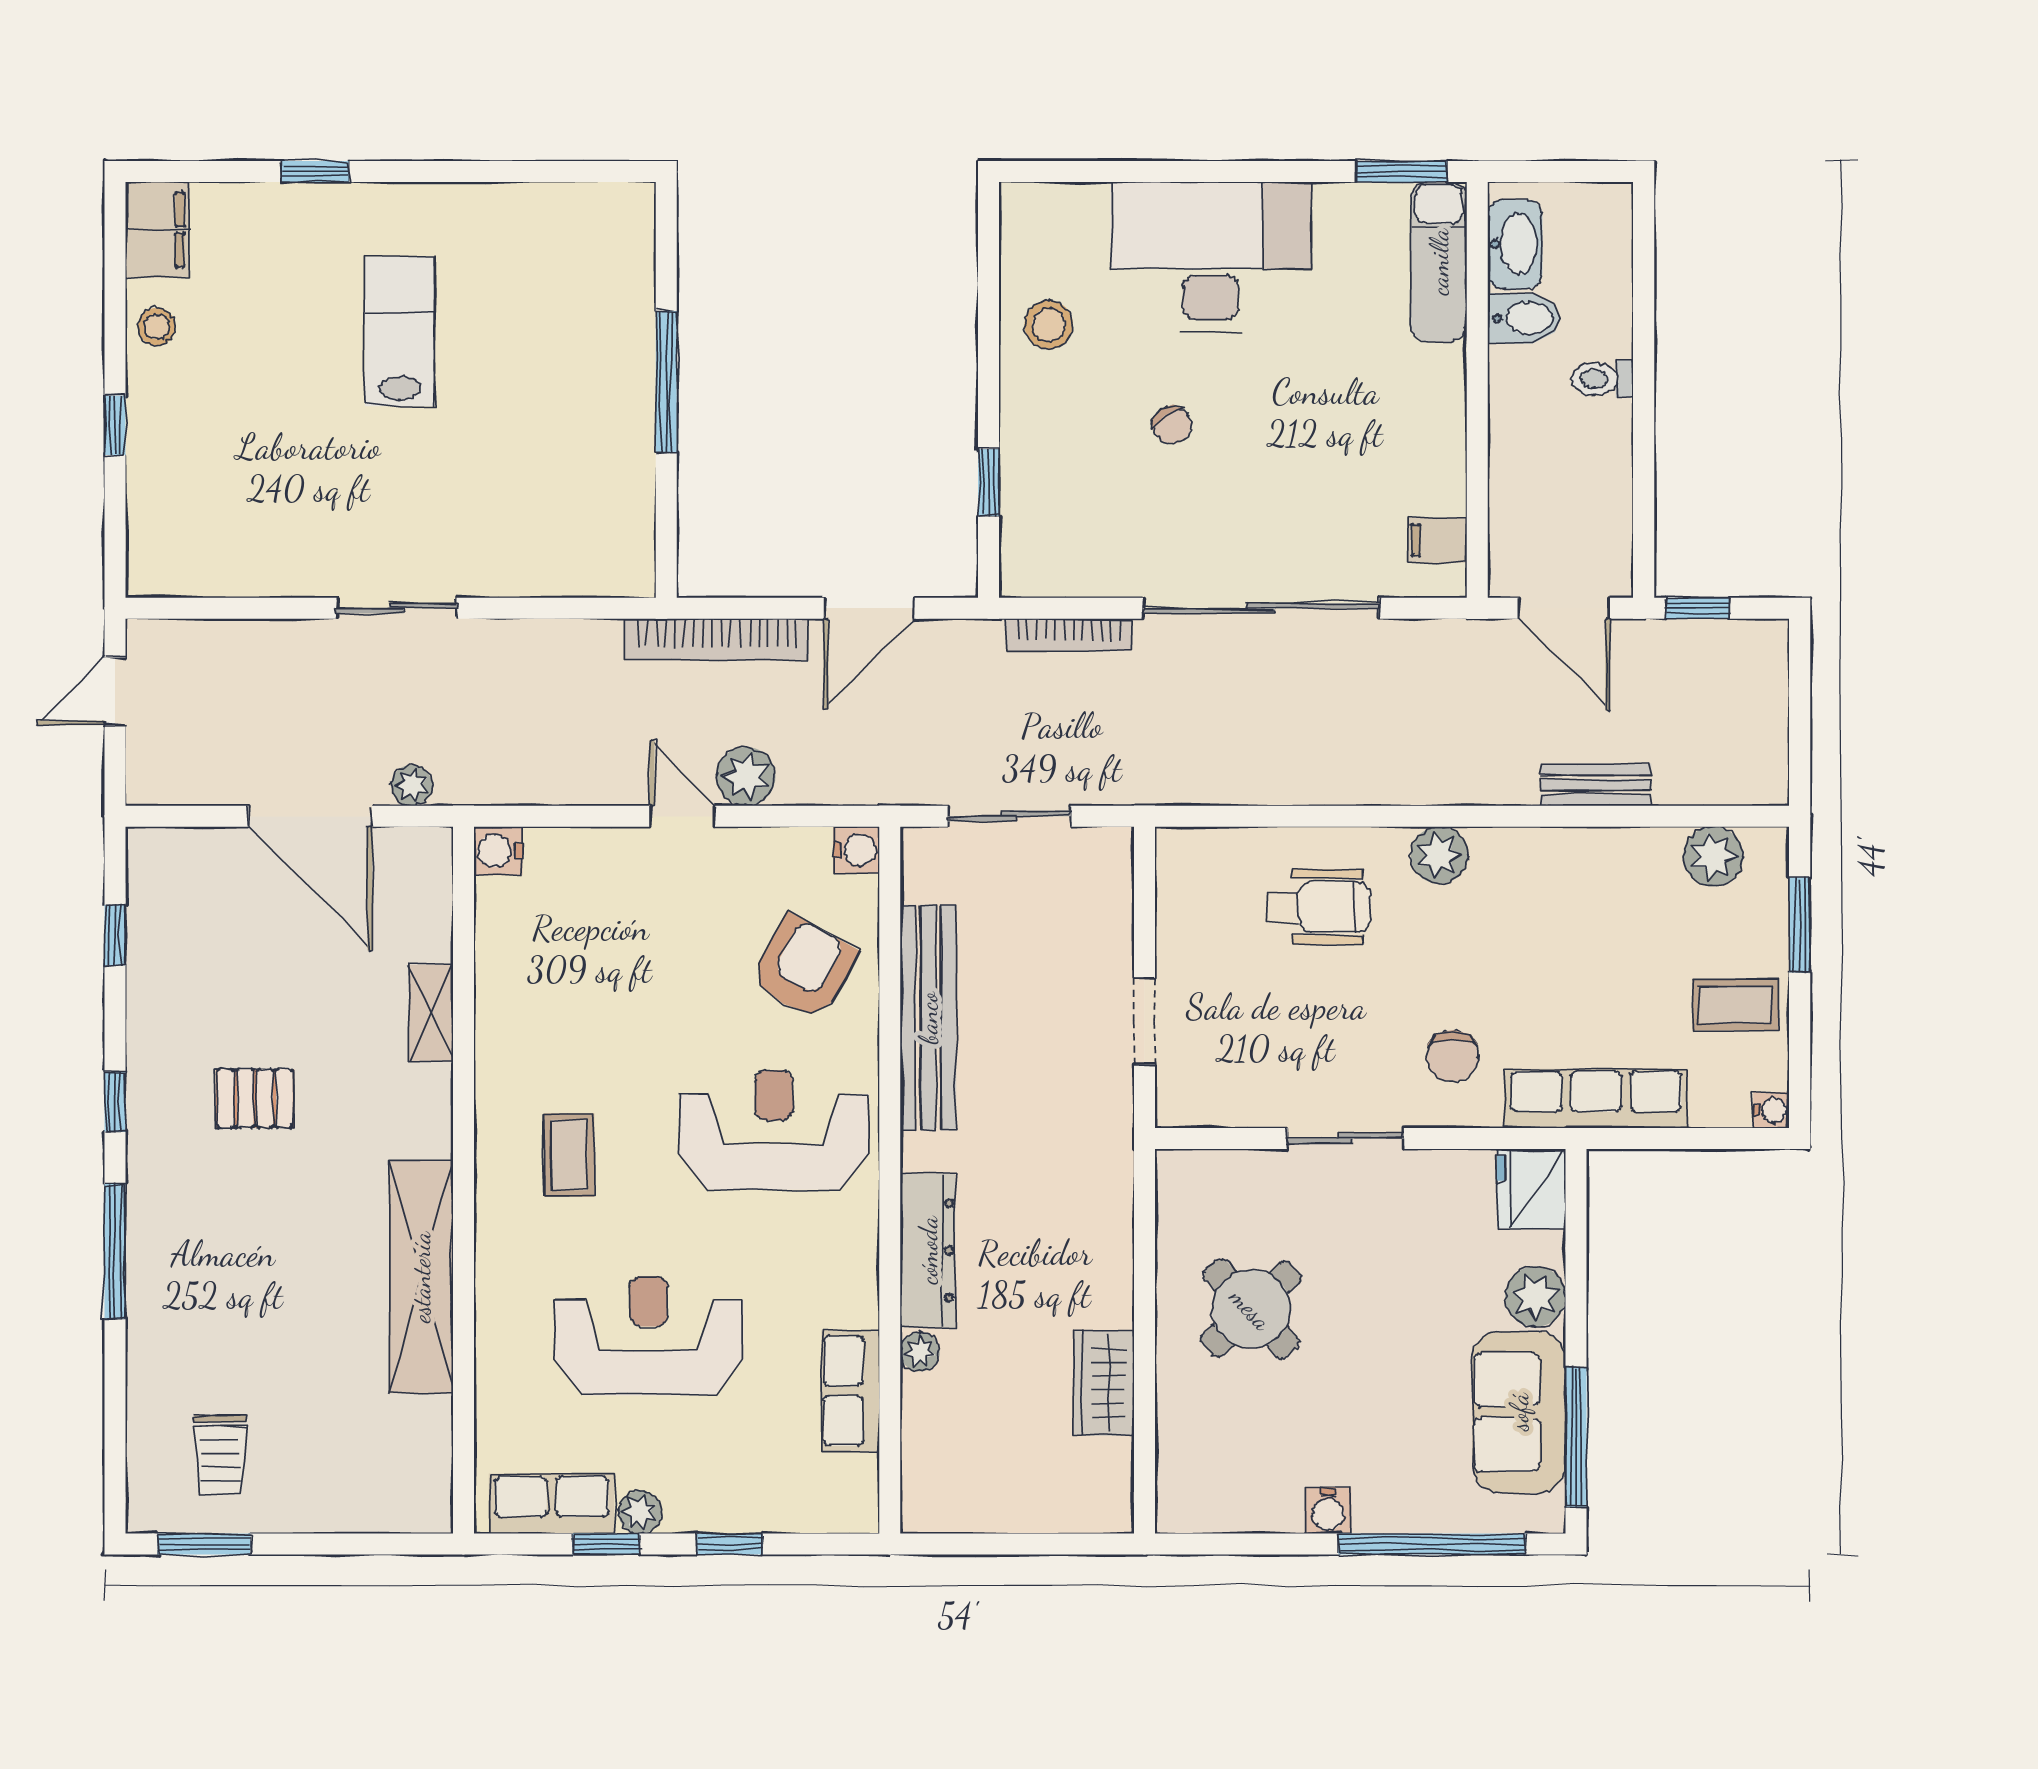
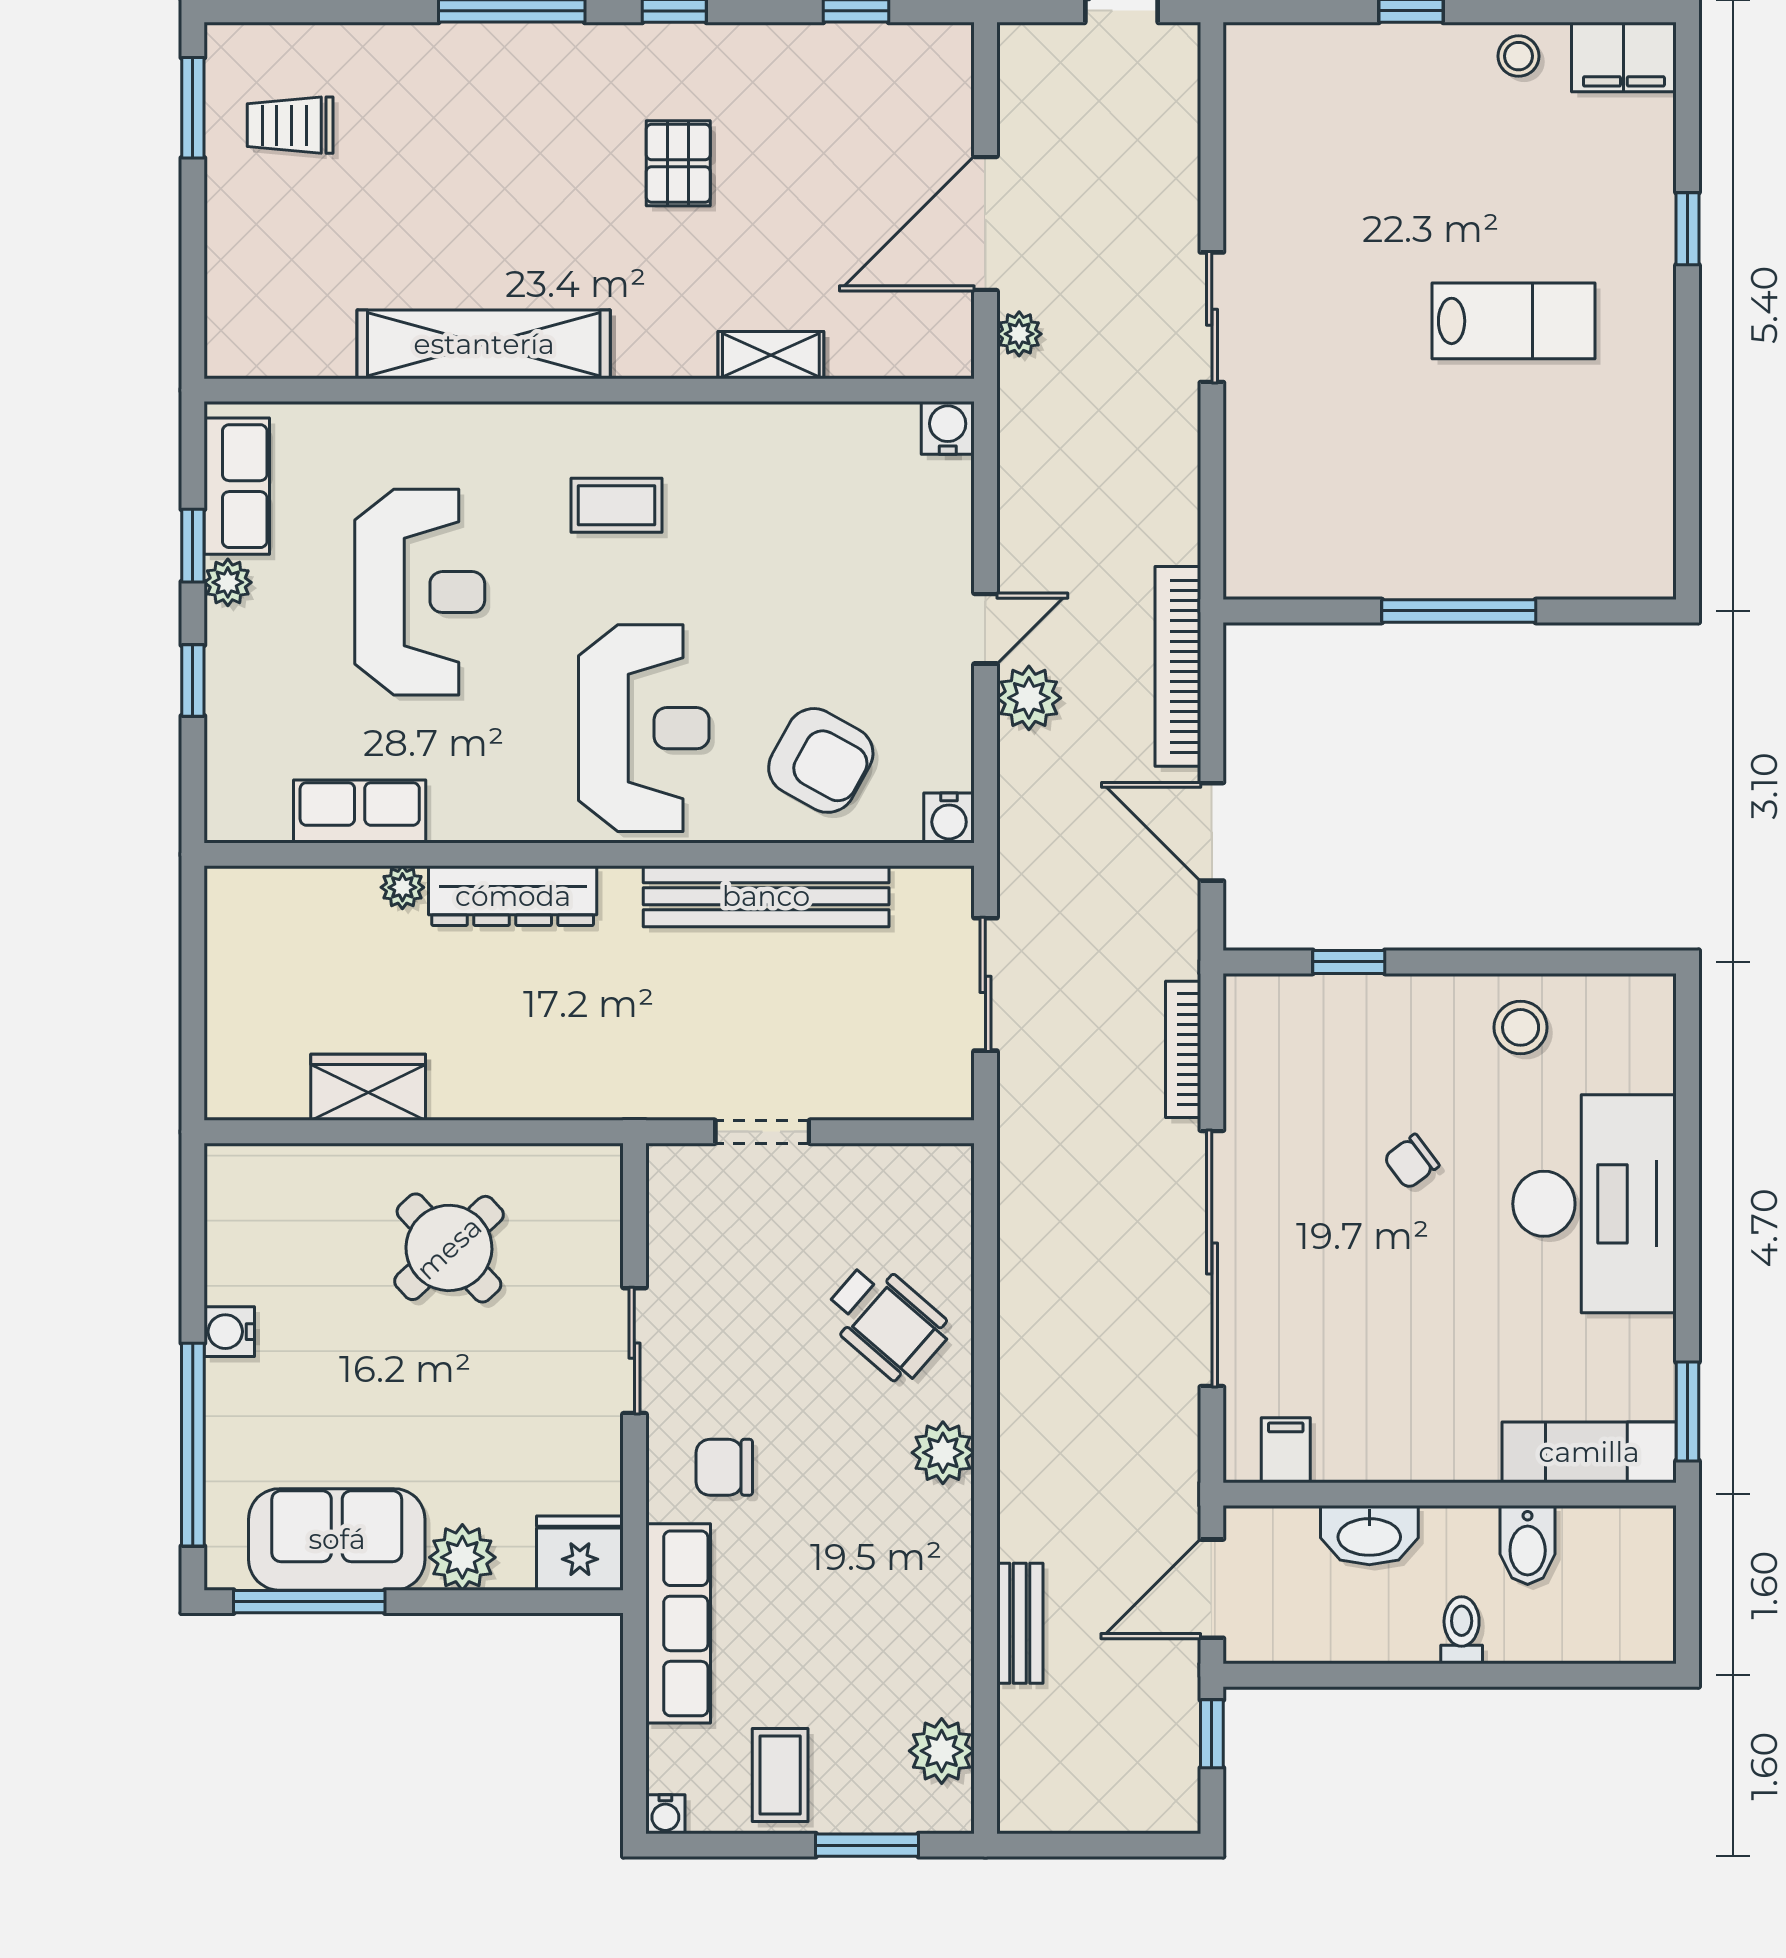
washbasin: (1515, 244) -> (1369, 1535), moved
wheelchair: (1319, 907) -> (887, 1322), turned -49

